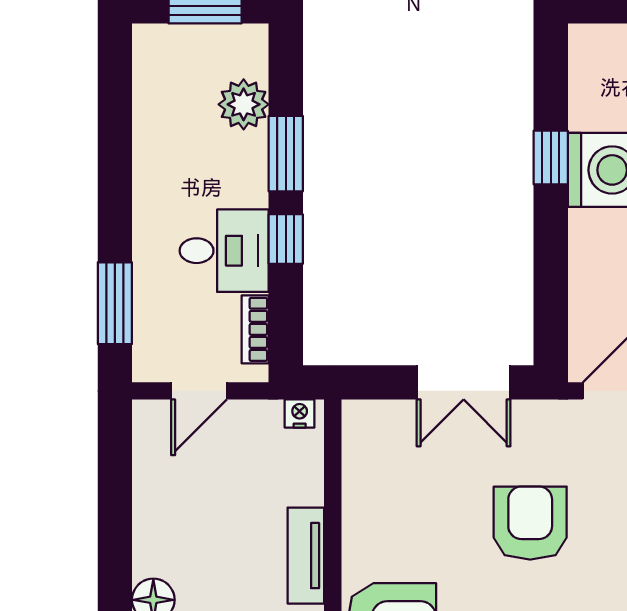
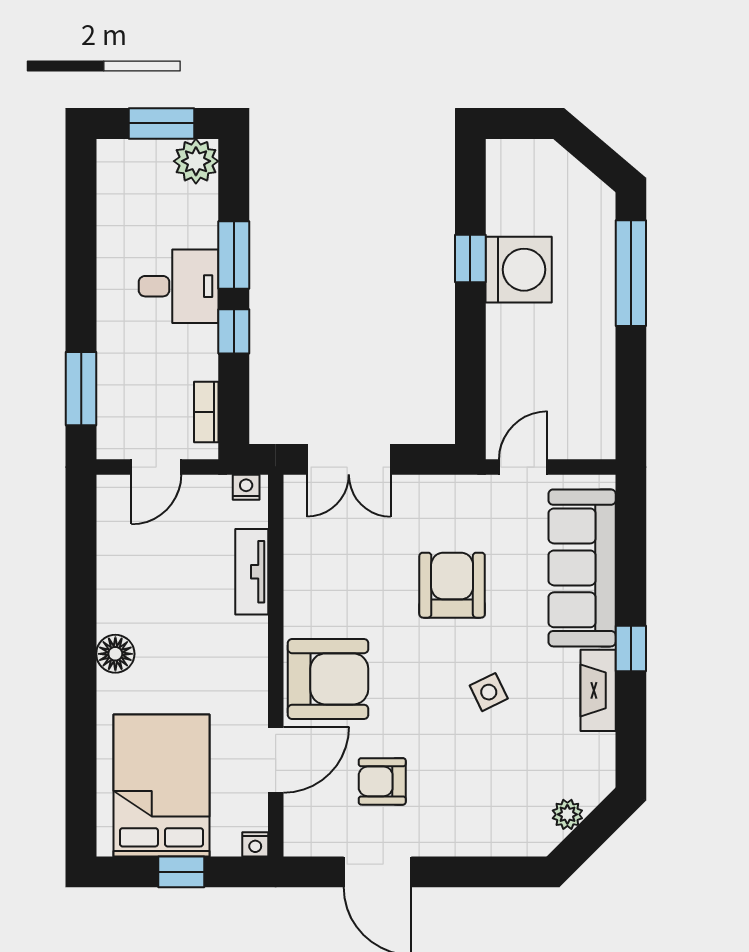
plant: (244, 104) -> (196, 161), moved
desk: (224, 251) -> (179, 286), moved
double door: (464, 382) -> (349, 459), moved
tv unit: (306, 556) -> (252, 572), moved

